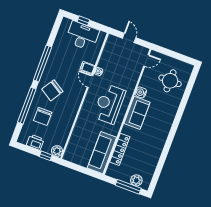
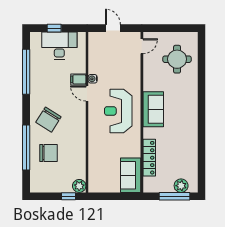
window: (43, 64) -> (26, 72), moved
water cooler: (141, 92) -> (149, 85), removed
chair: (43, 116) -> (49, 153), turned -90
printer: (35, 142) -> (51, 185), removed
sofa: (102, 153) -> (131, 175), width x0.73

